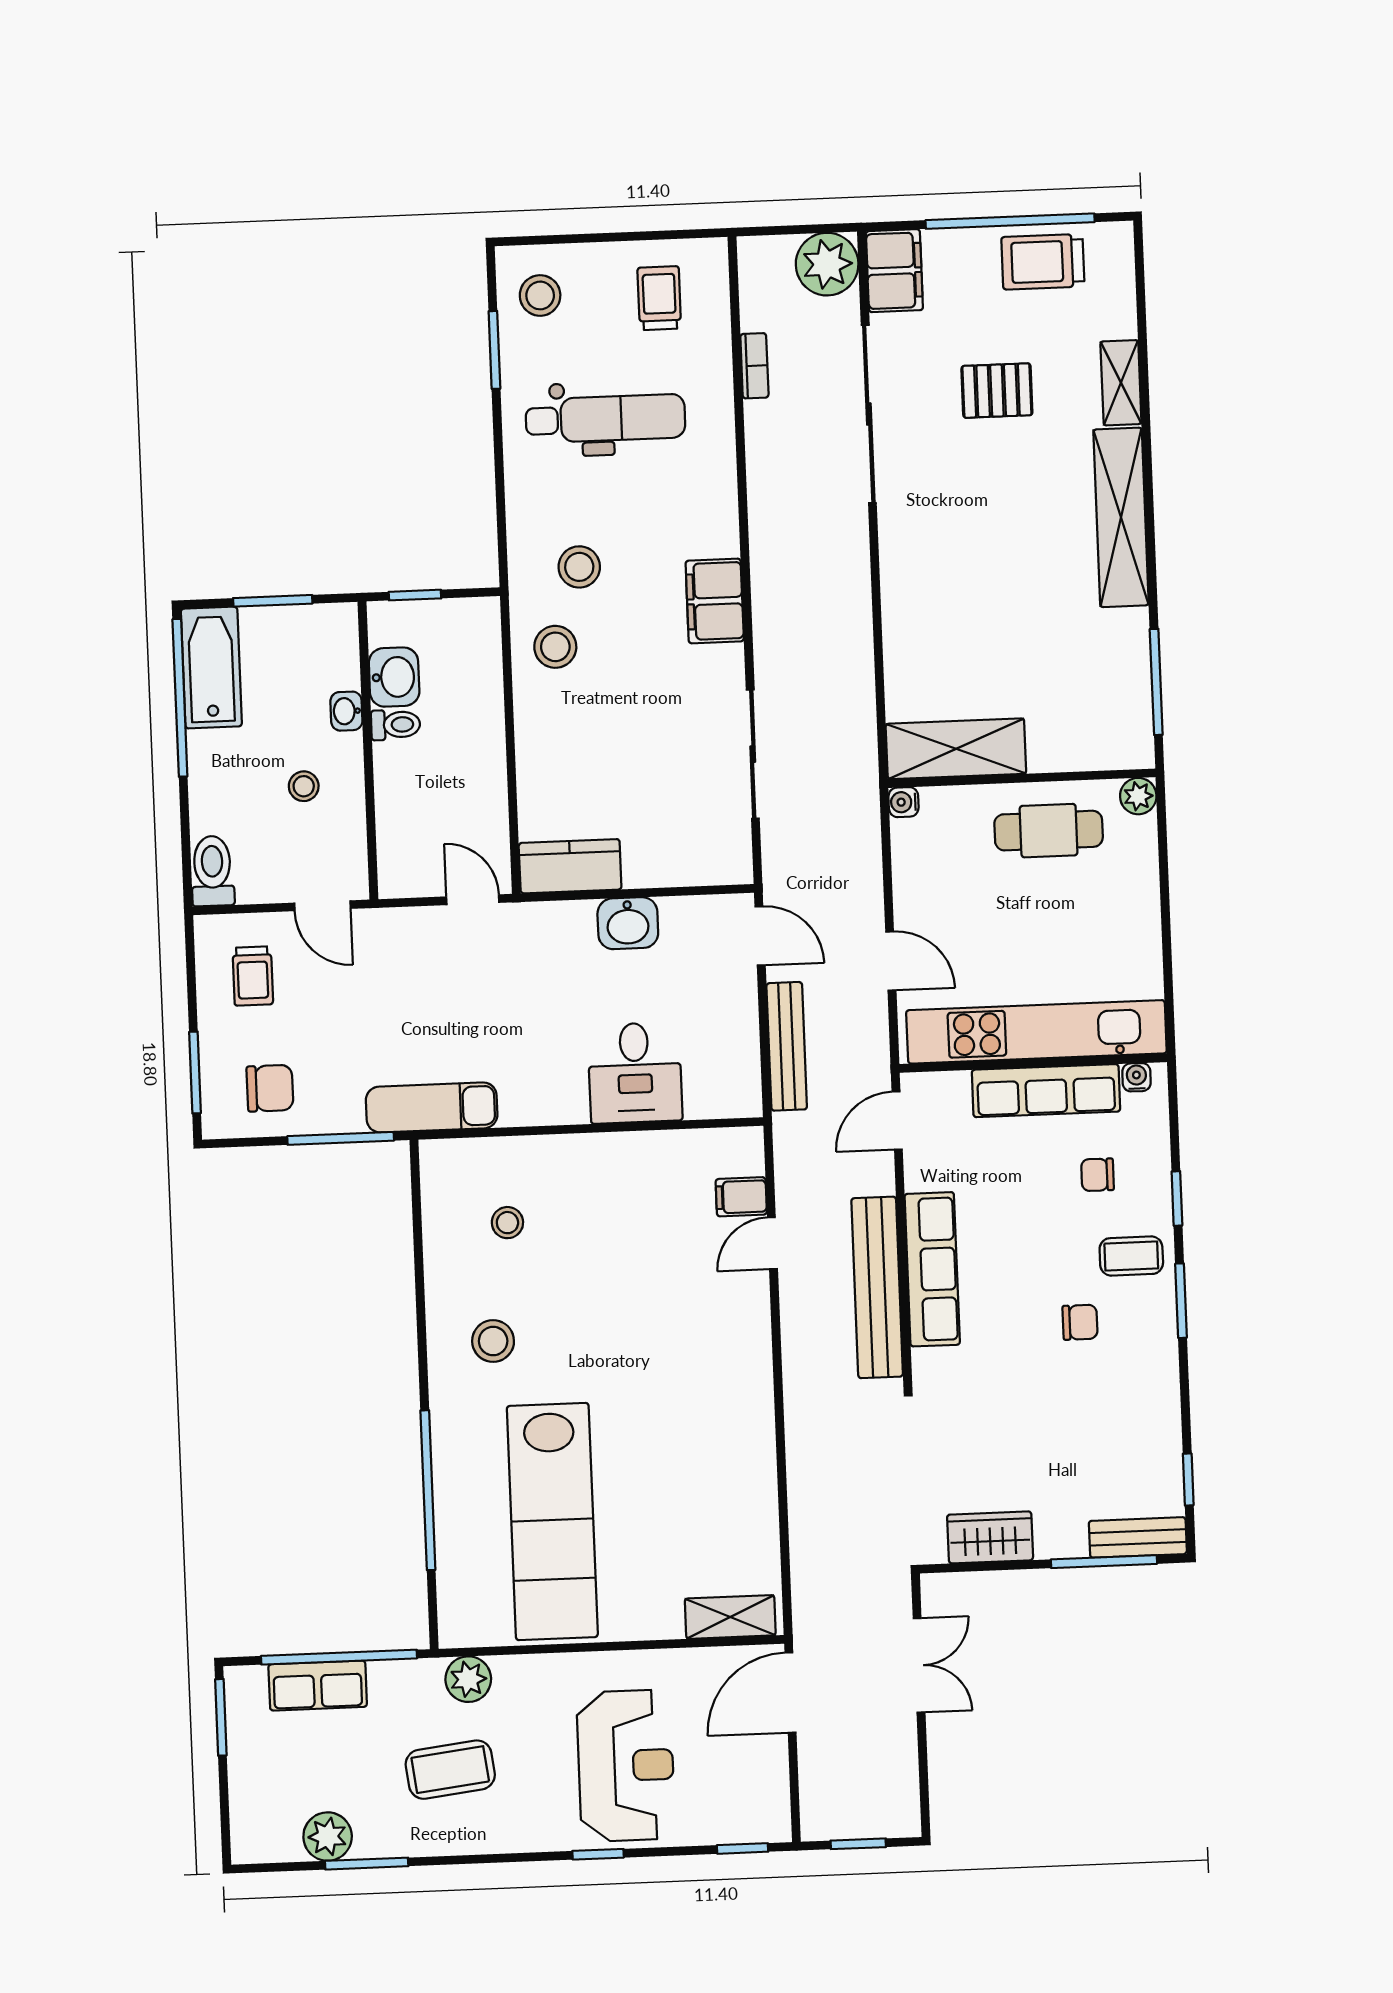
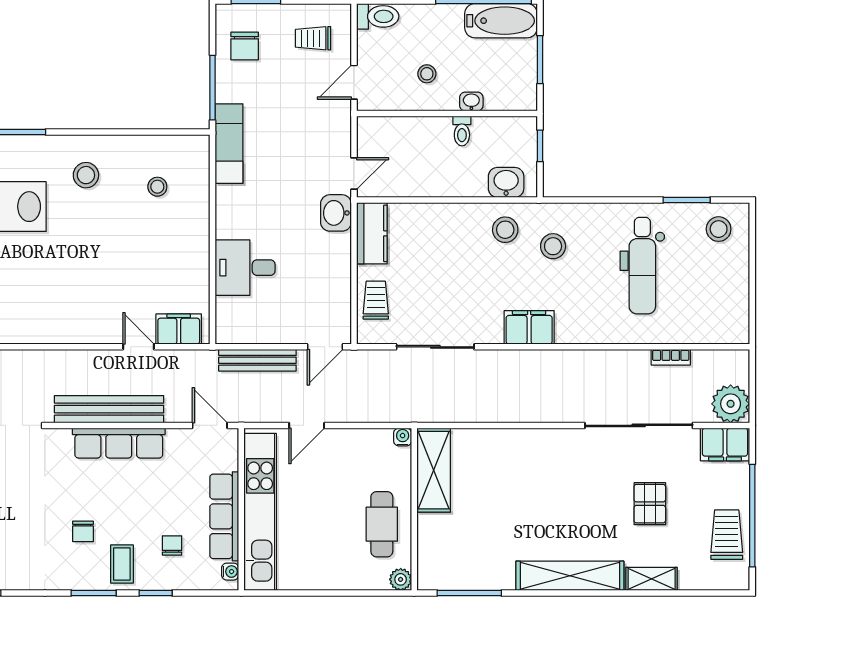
trolley: (659, 298) -> (376, 300), moved, turned -90
washbasin: (394, 677) -> (506, 182), moved, turned 180
washbasin: (628, 923) -> (336, 213), moved
filing cabinet: (741, 1197) -> (179, 329), width x2.00

